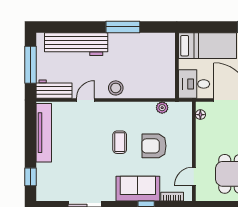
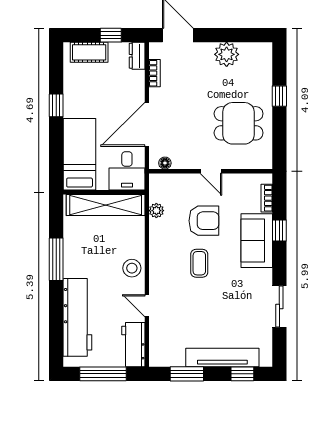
shelving: (167, 67) -> (106, 205), added
window: (31, 132) -> (187, 374), added
tv unit: (44, 133) -> (222, 357), moved
coffee table: (120, 142) -> (199, 263), turned 90
armchair: (154, 146) -> (204, 221), turned -90
door: (194, 176) -> (211, 171), moved

